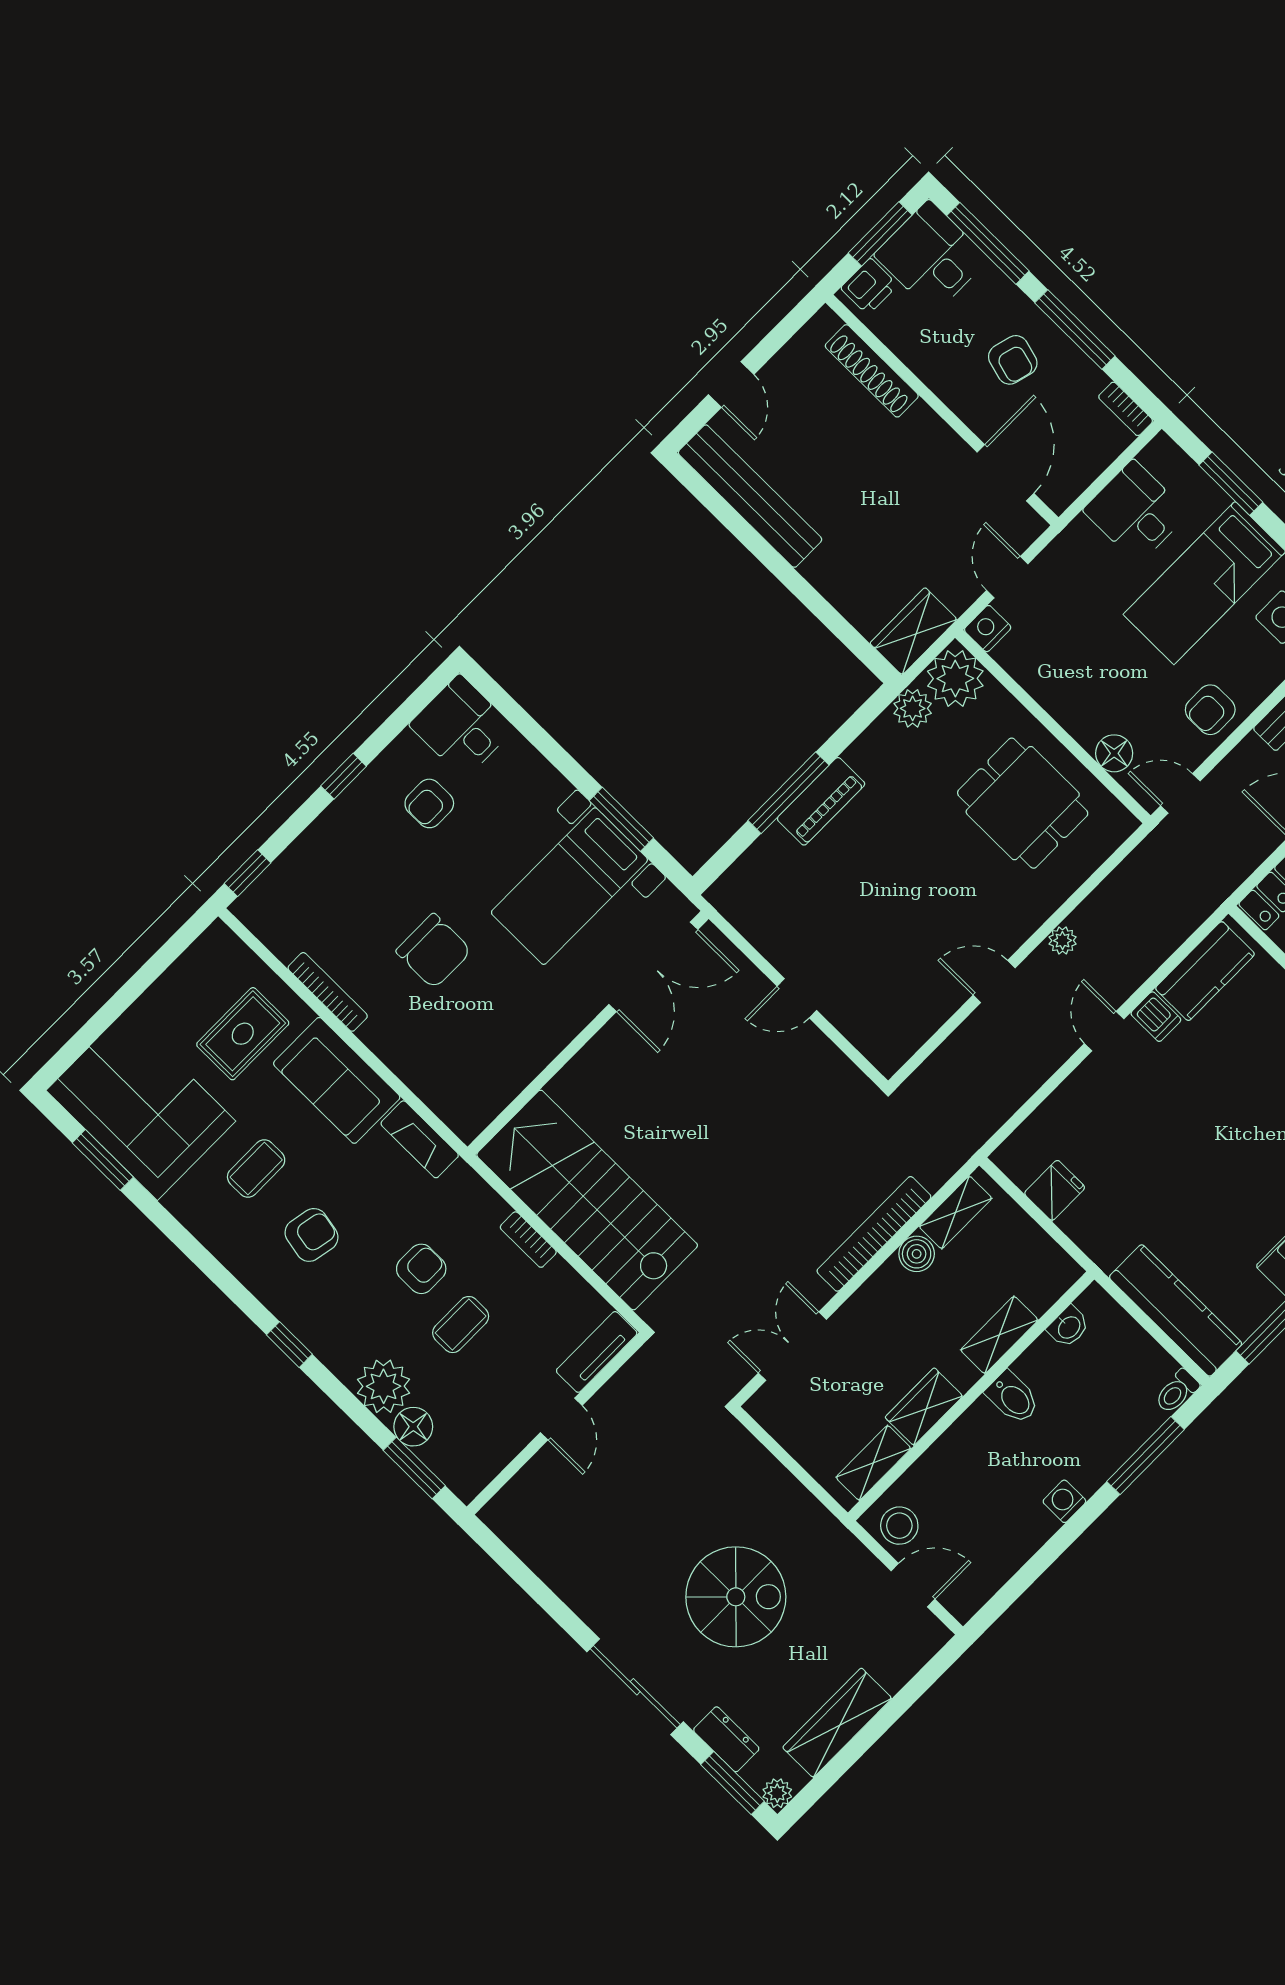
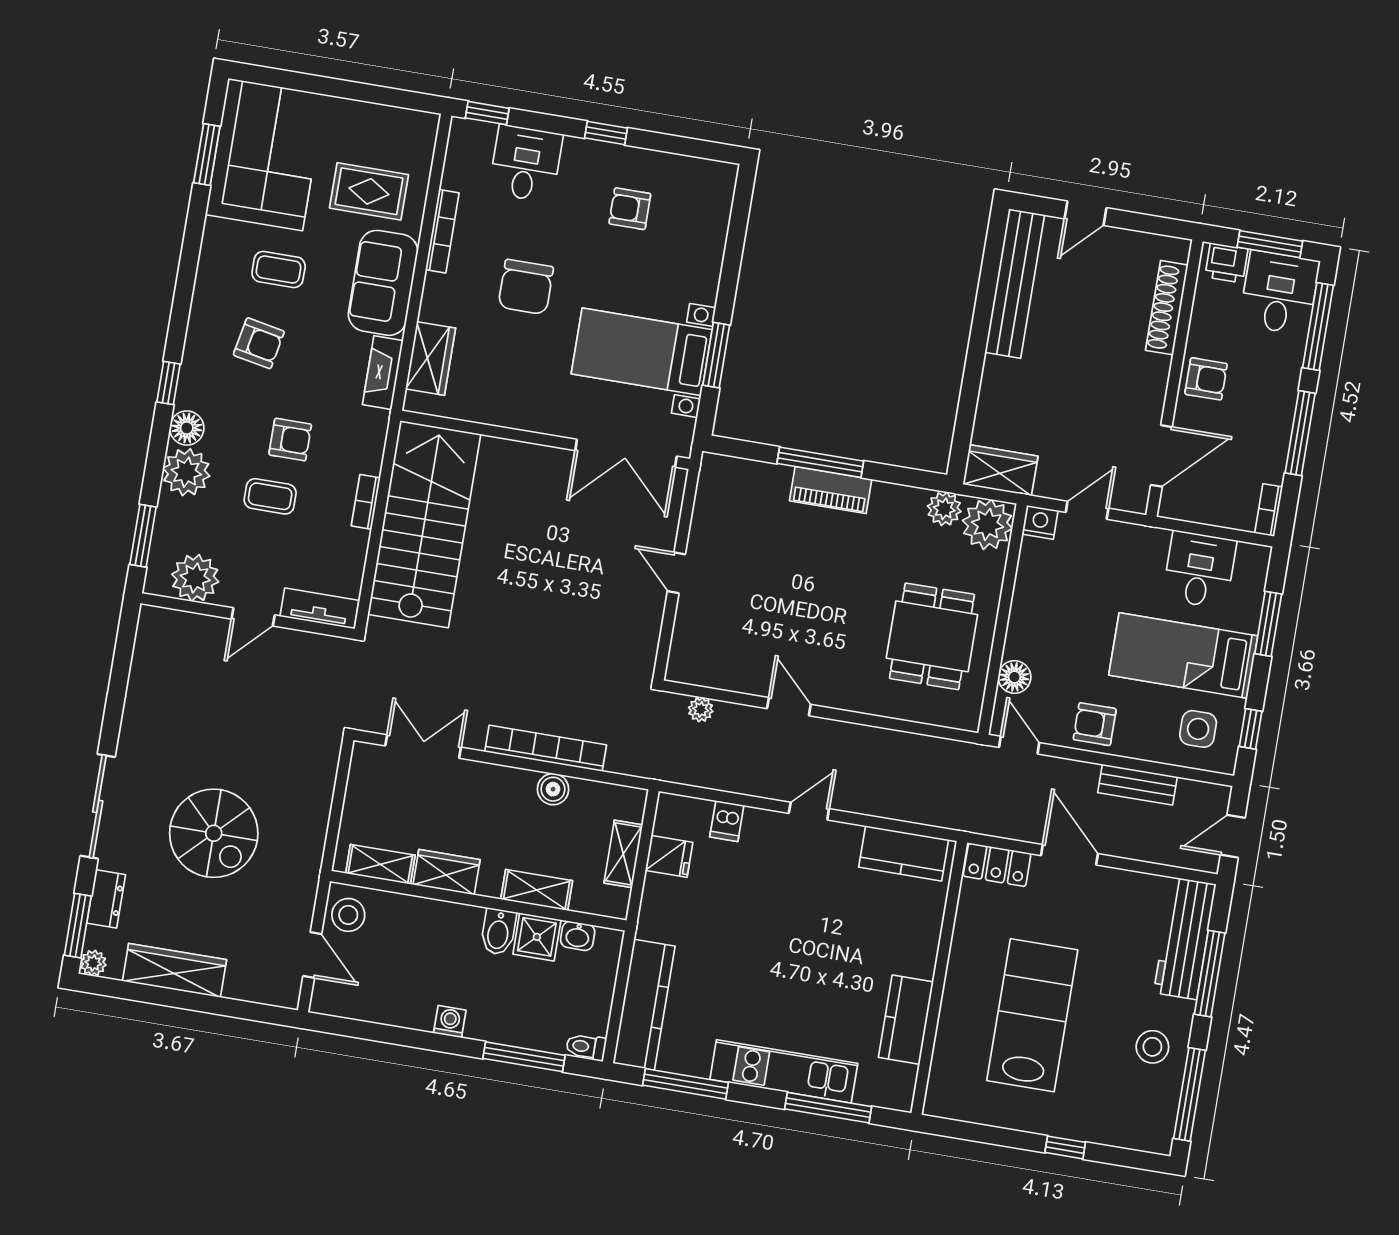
armchair: (1013, 360) -> (1206, 379), moved, turned -105
desk: (462, 727) -> (526, 164), moved
plant: (1063, 940) -> (701, 709), moved
dishwasher: (1156, 1017) -> (727, 821), moved
wardrobe: (438, 1086) -> (430, 358), added
shelving: (956, 1212) -> (623, 854), moved, turned 90
shower: (1043, 1365) -> (537, 937), added
floor lamp: (413, 1427) -> (187, 428), moved
plant: (487, 1447) -> (195, 578), added

